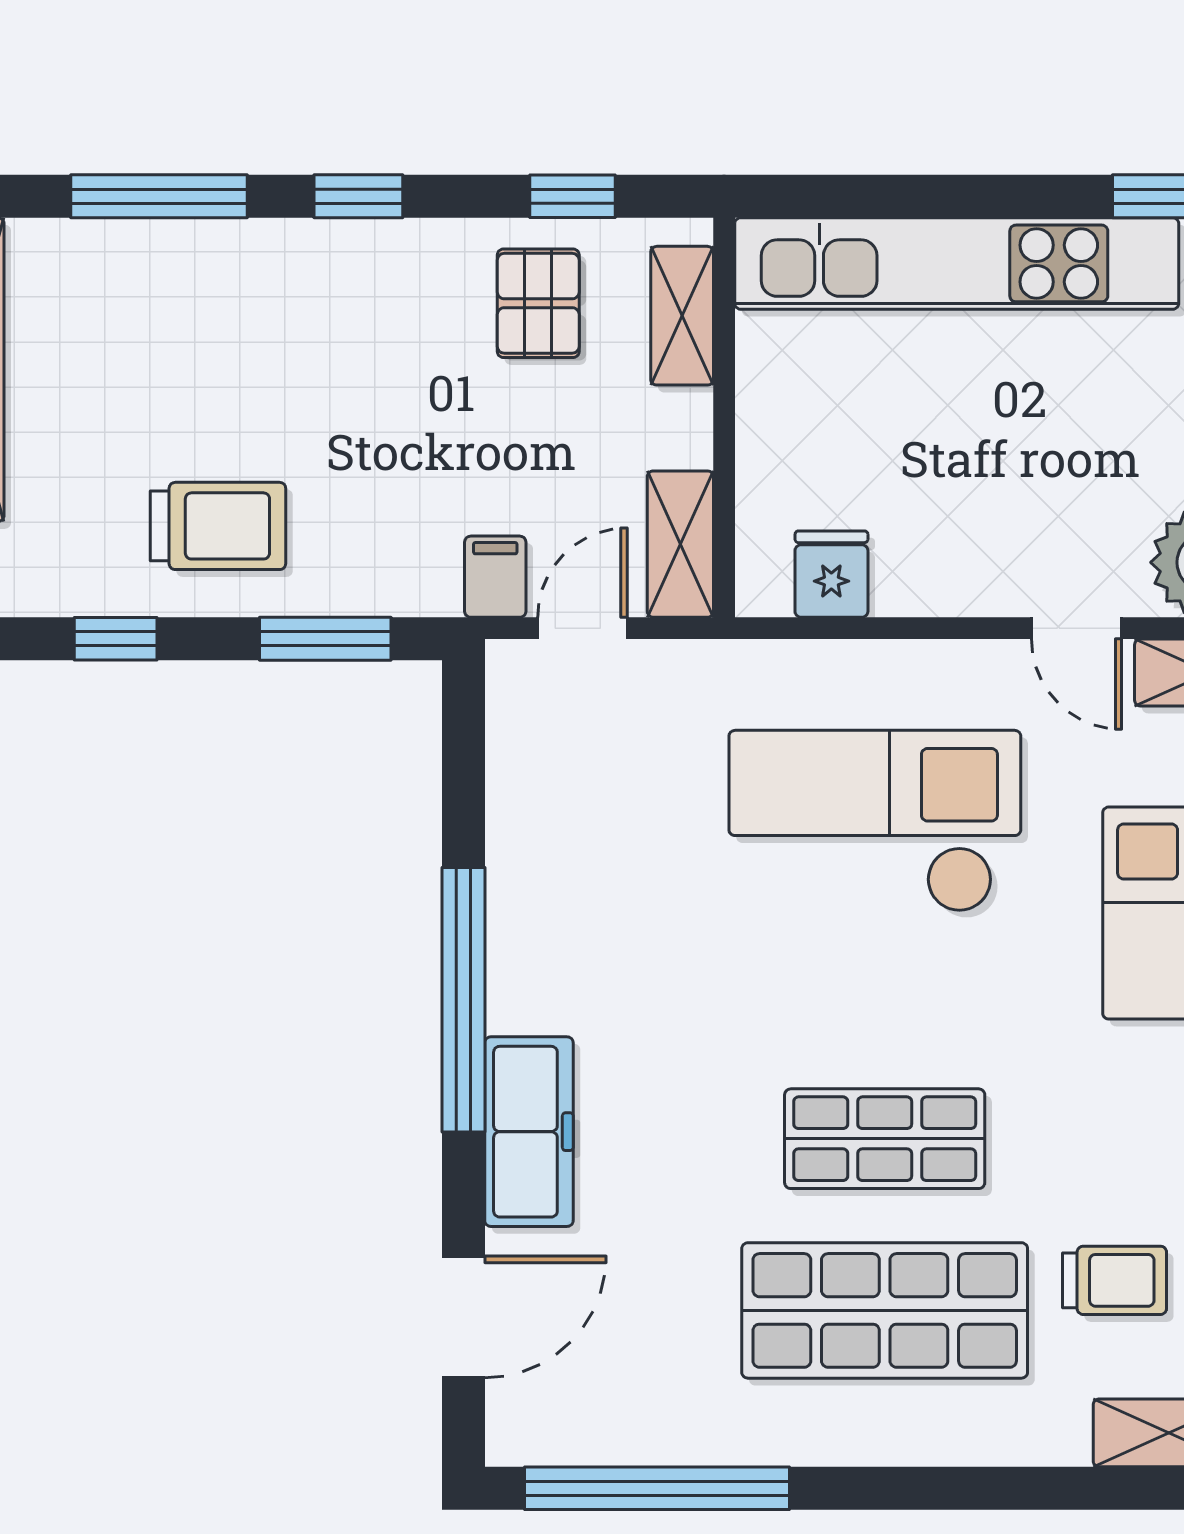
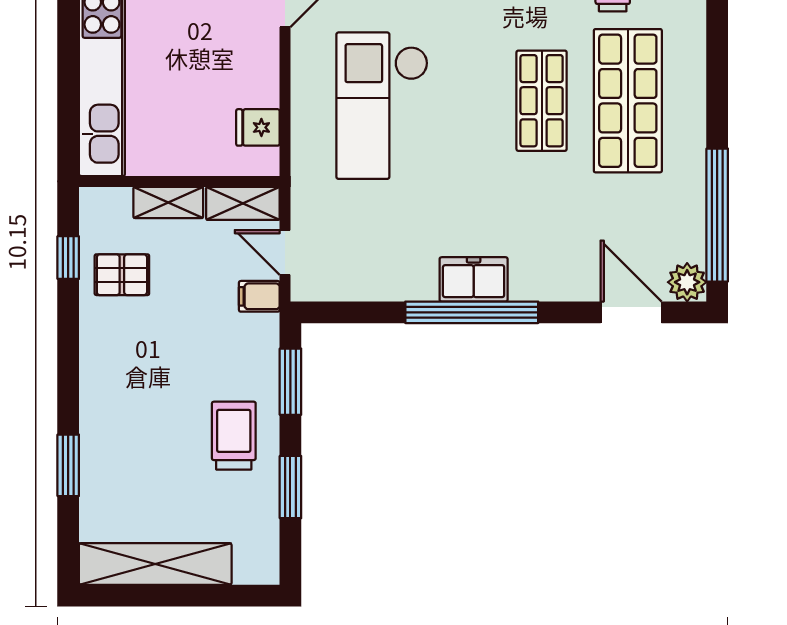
window: (159, 196) -> (68, 465), width x0.69
window: (358, 196) -> (68, 365), removed
shelving: (682, 316) -> (168, 202), moved
window: (116, 639) -> (290, 487), width x1.50
freezer: (529, 1132) -> (474, 279), moved, width x0.71
plant: (523, 1428) -> (687, 282), added

